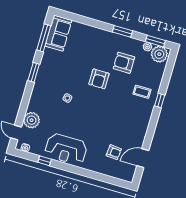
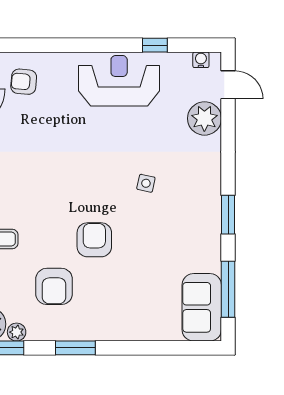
armchair: (124, 63) -> (54, 286), turned 90
armchair: (114, 152) -> (24, 82), moved

